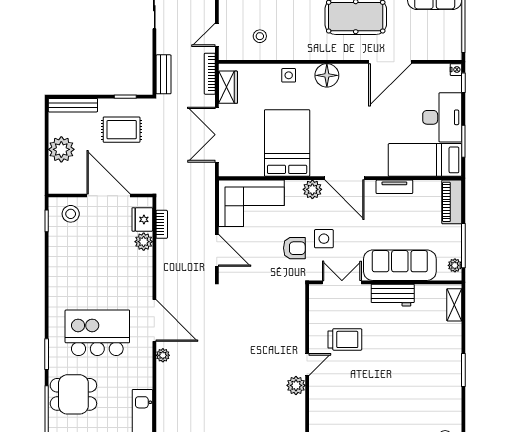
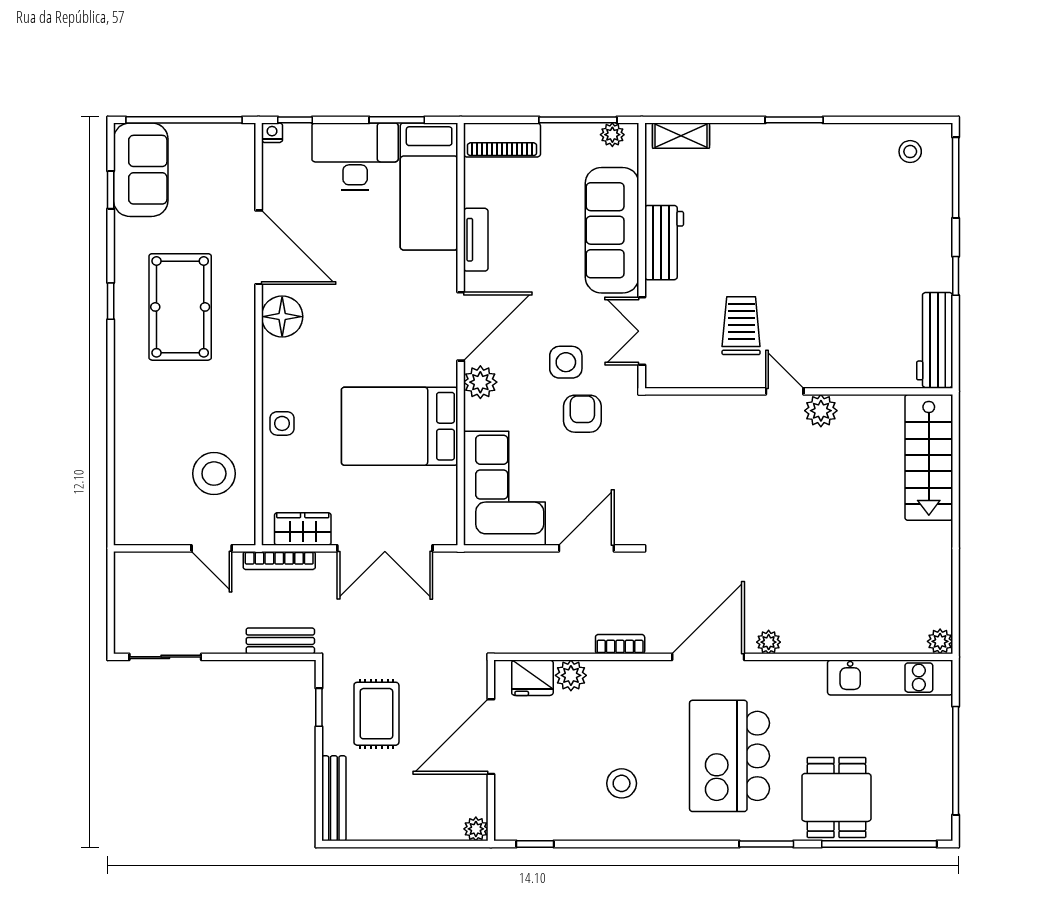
stool: (260, 36) -> (214, 474), width x1.89, depth x1.89
floor lamp: (327, 75) -> (282, 317), moved
plant: (61, 149) -> (476, 829), moved, width x0.53, depth x0.53
stool: (71, 214) -> (622, 783), moved
bookcase: (162, 224) -> (620, 644), moved

